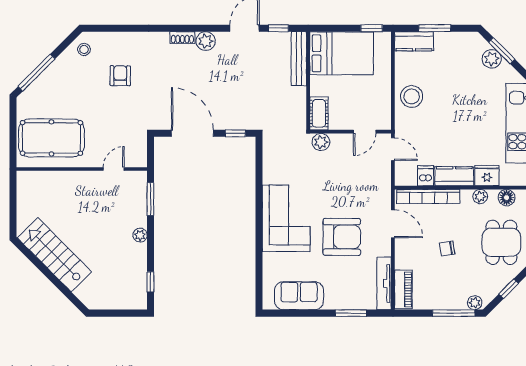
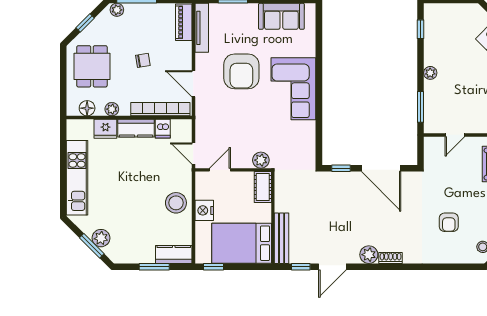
nightstand: (381, 88) -> (204, 210), added
armchair: (342, 237) -> (241, 71), turned -90

